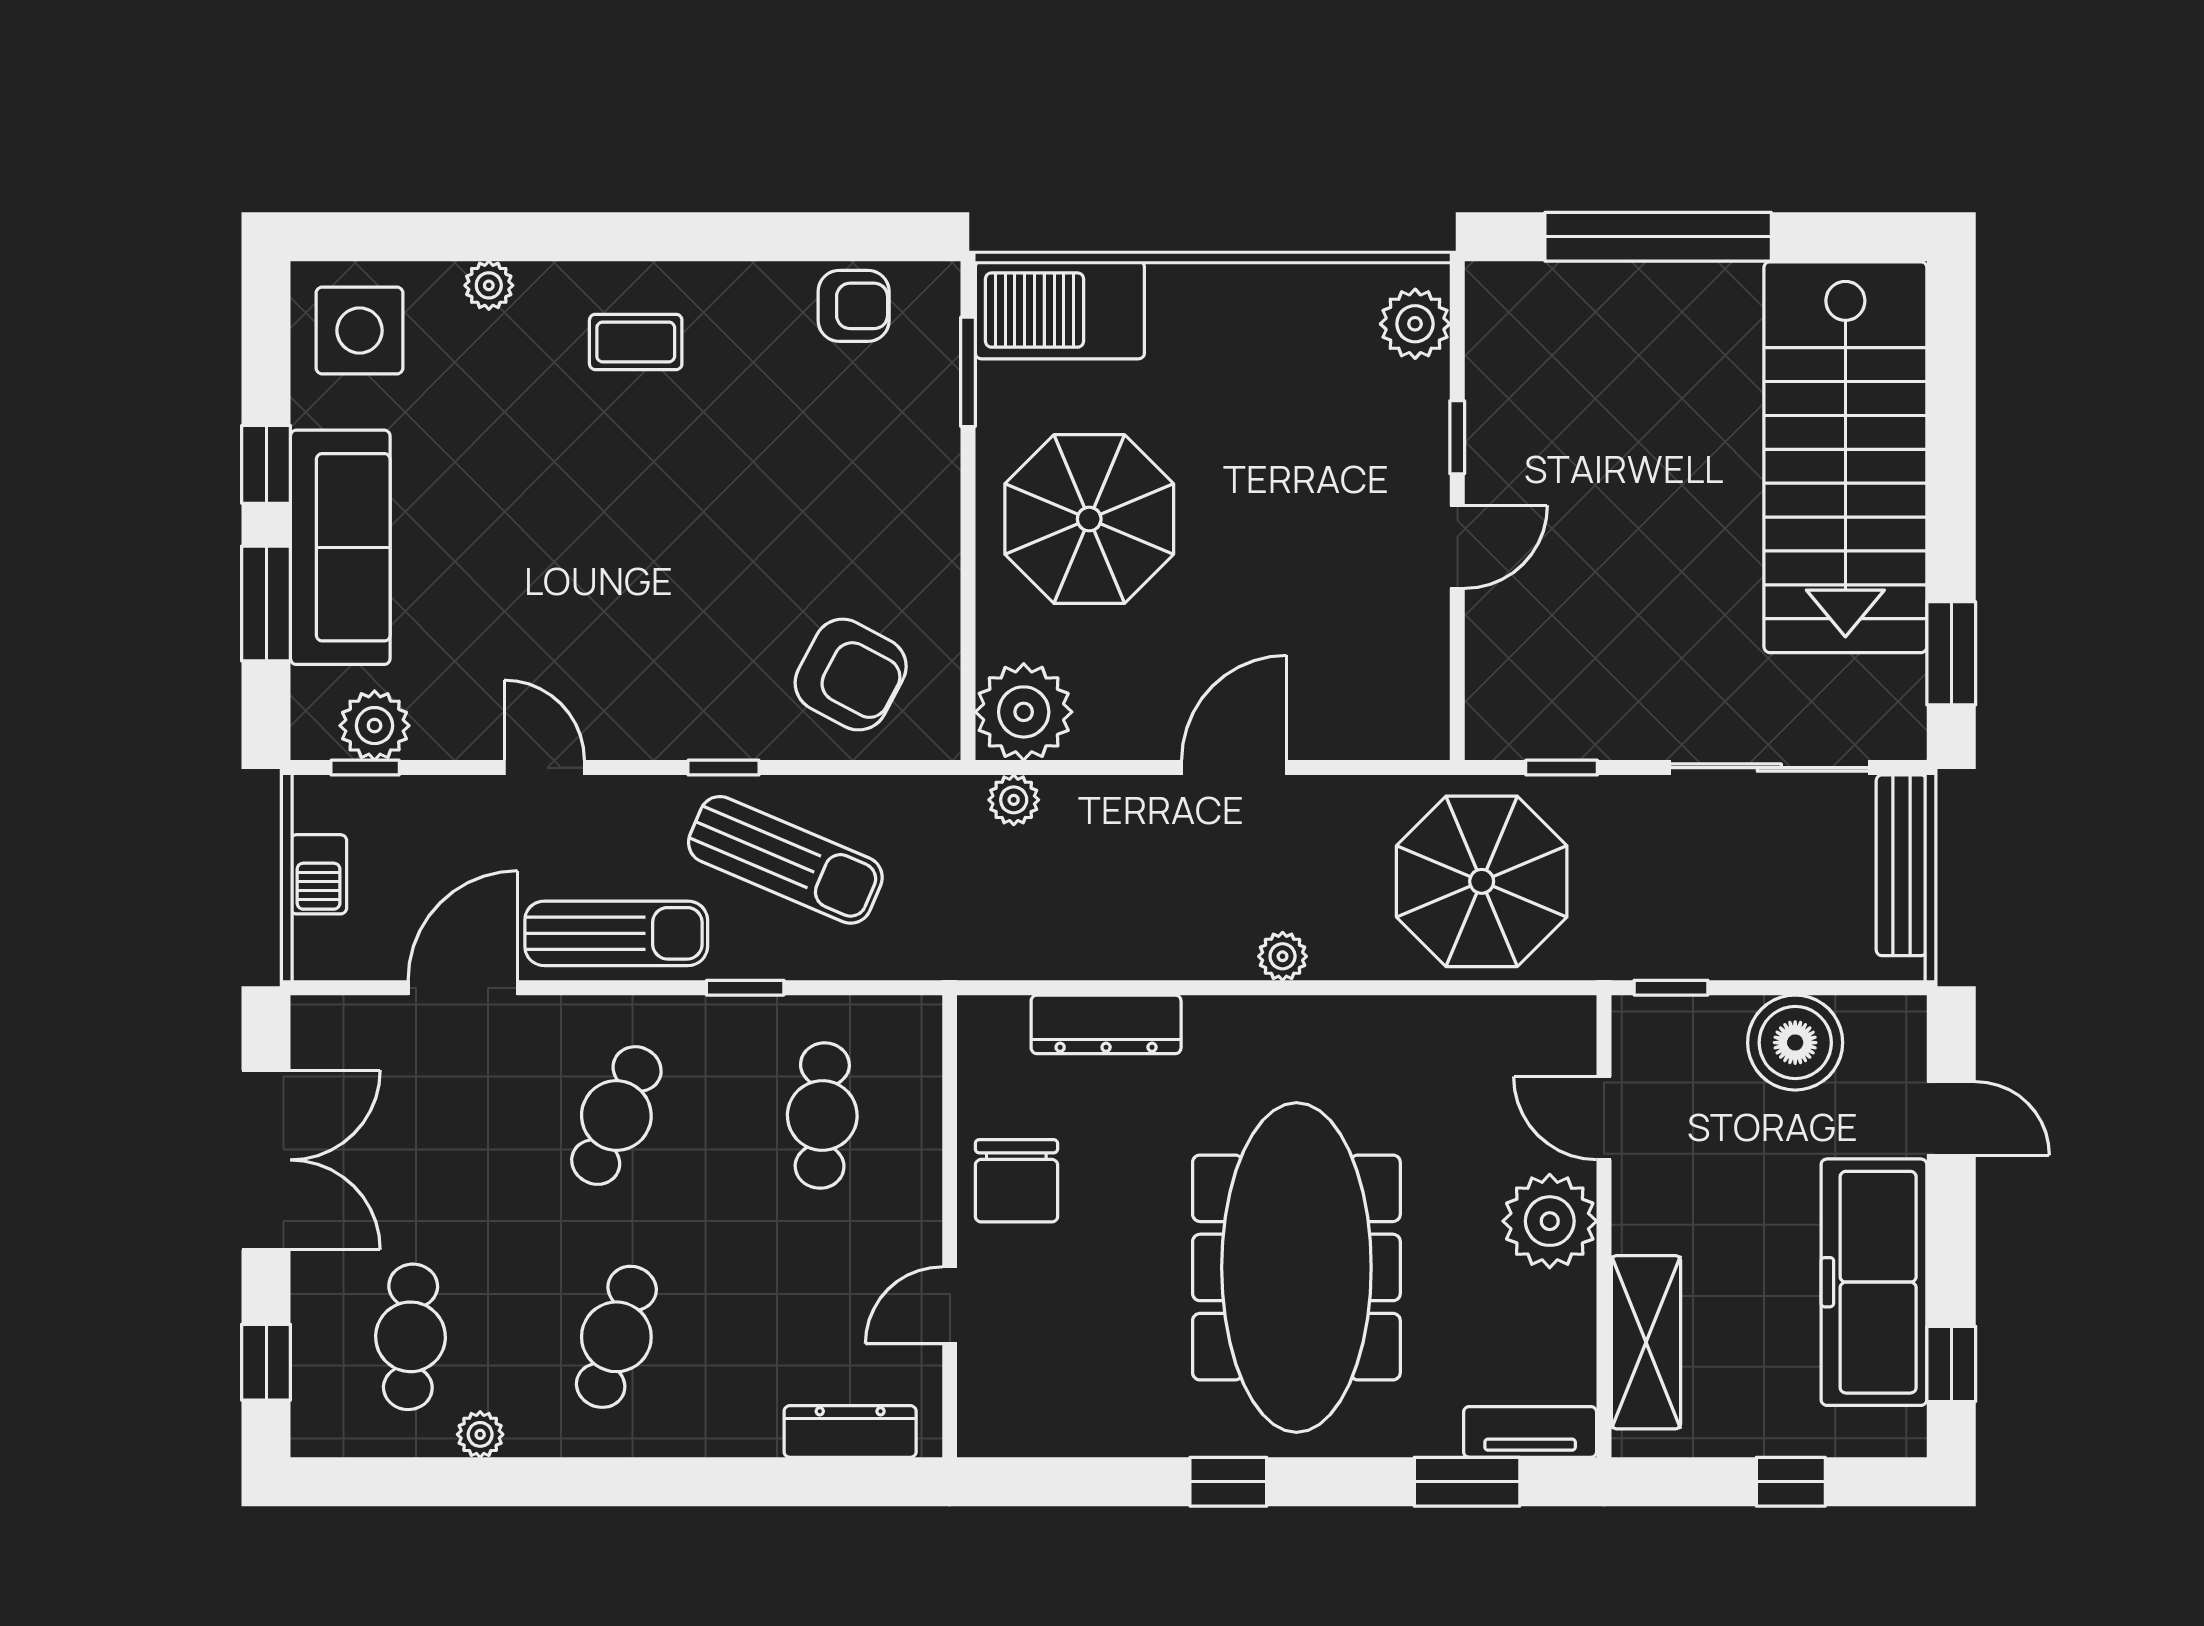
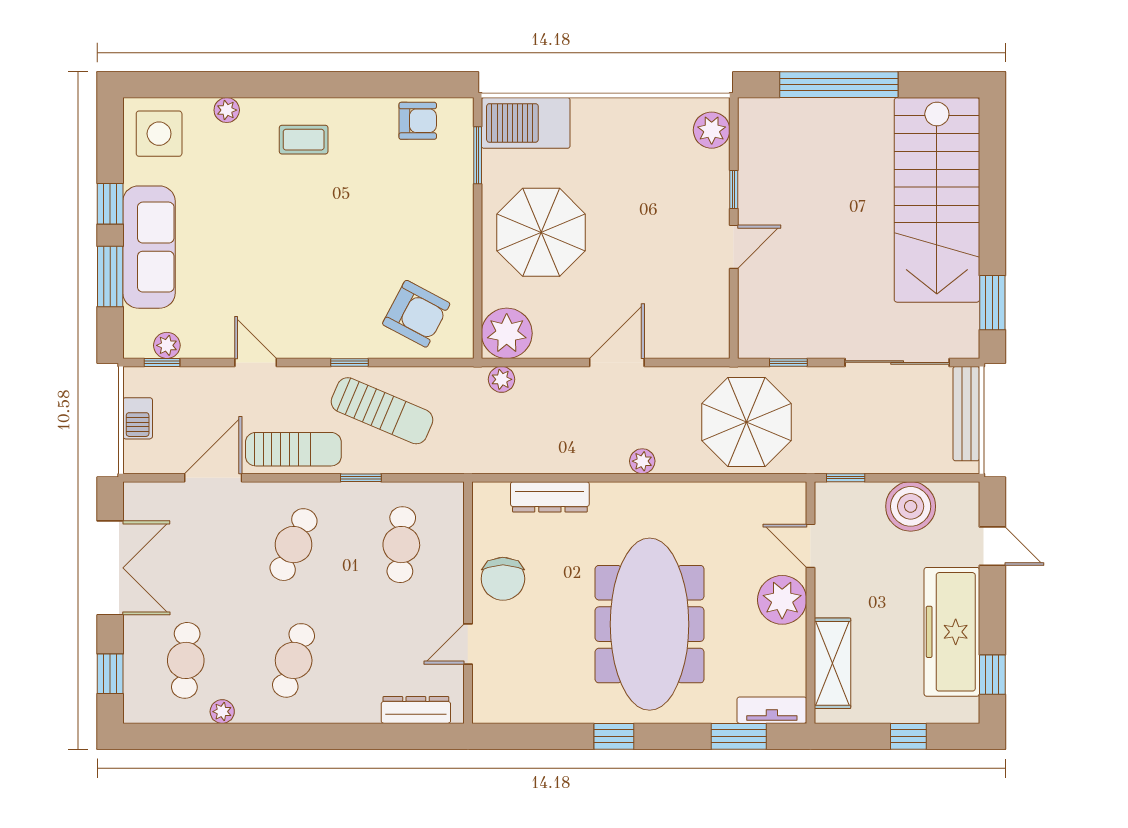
plant: (375, 726) -> (167, 345), width x0.73, depth x0.73

